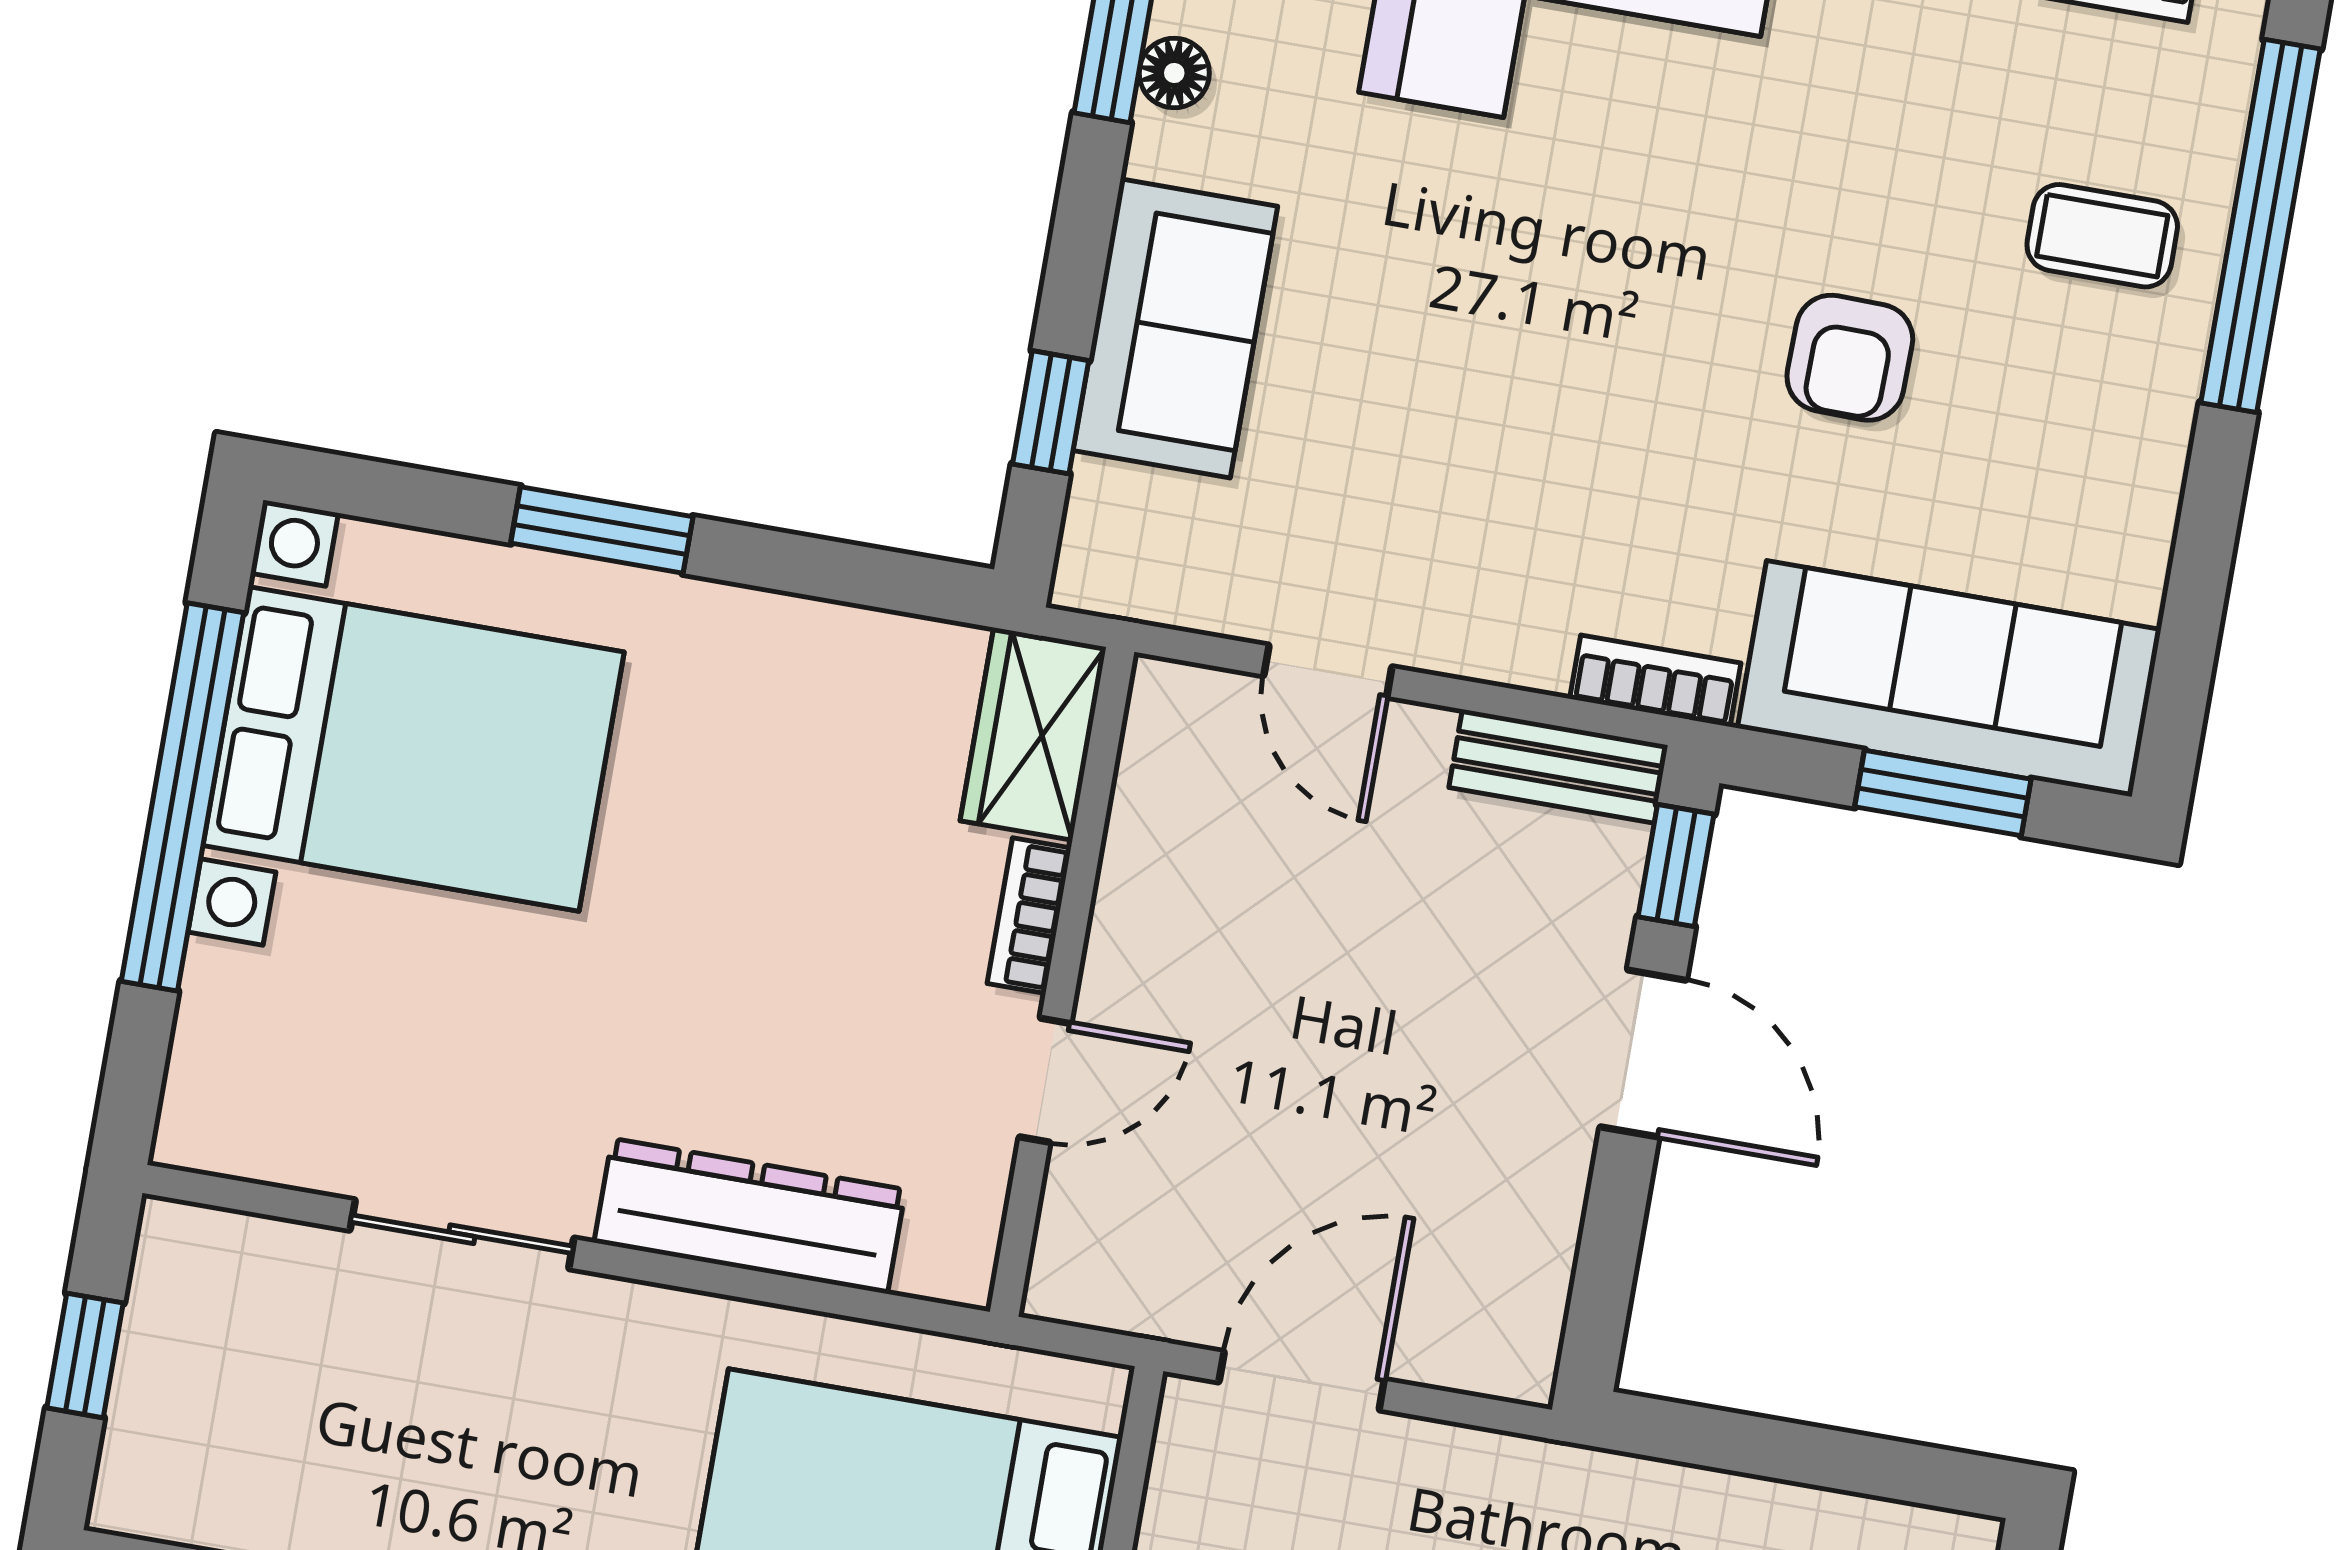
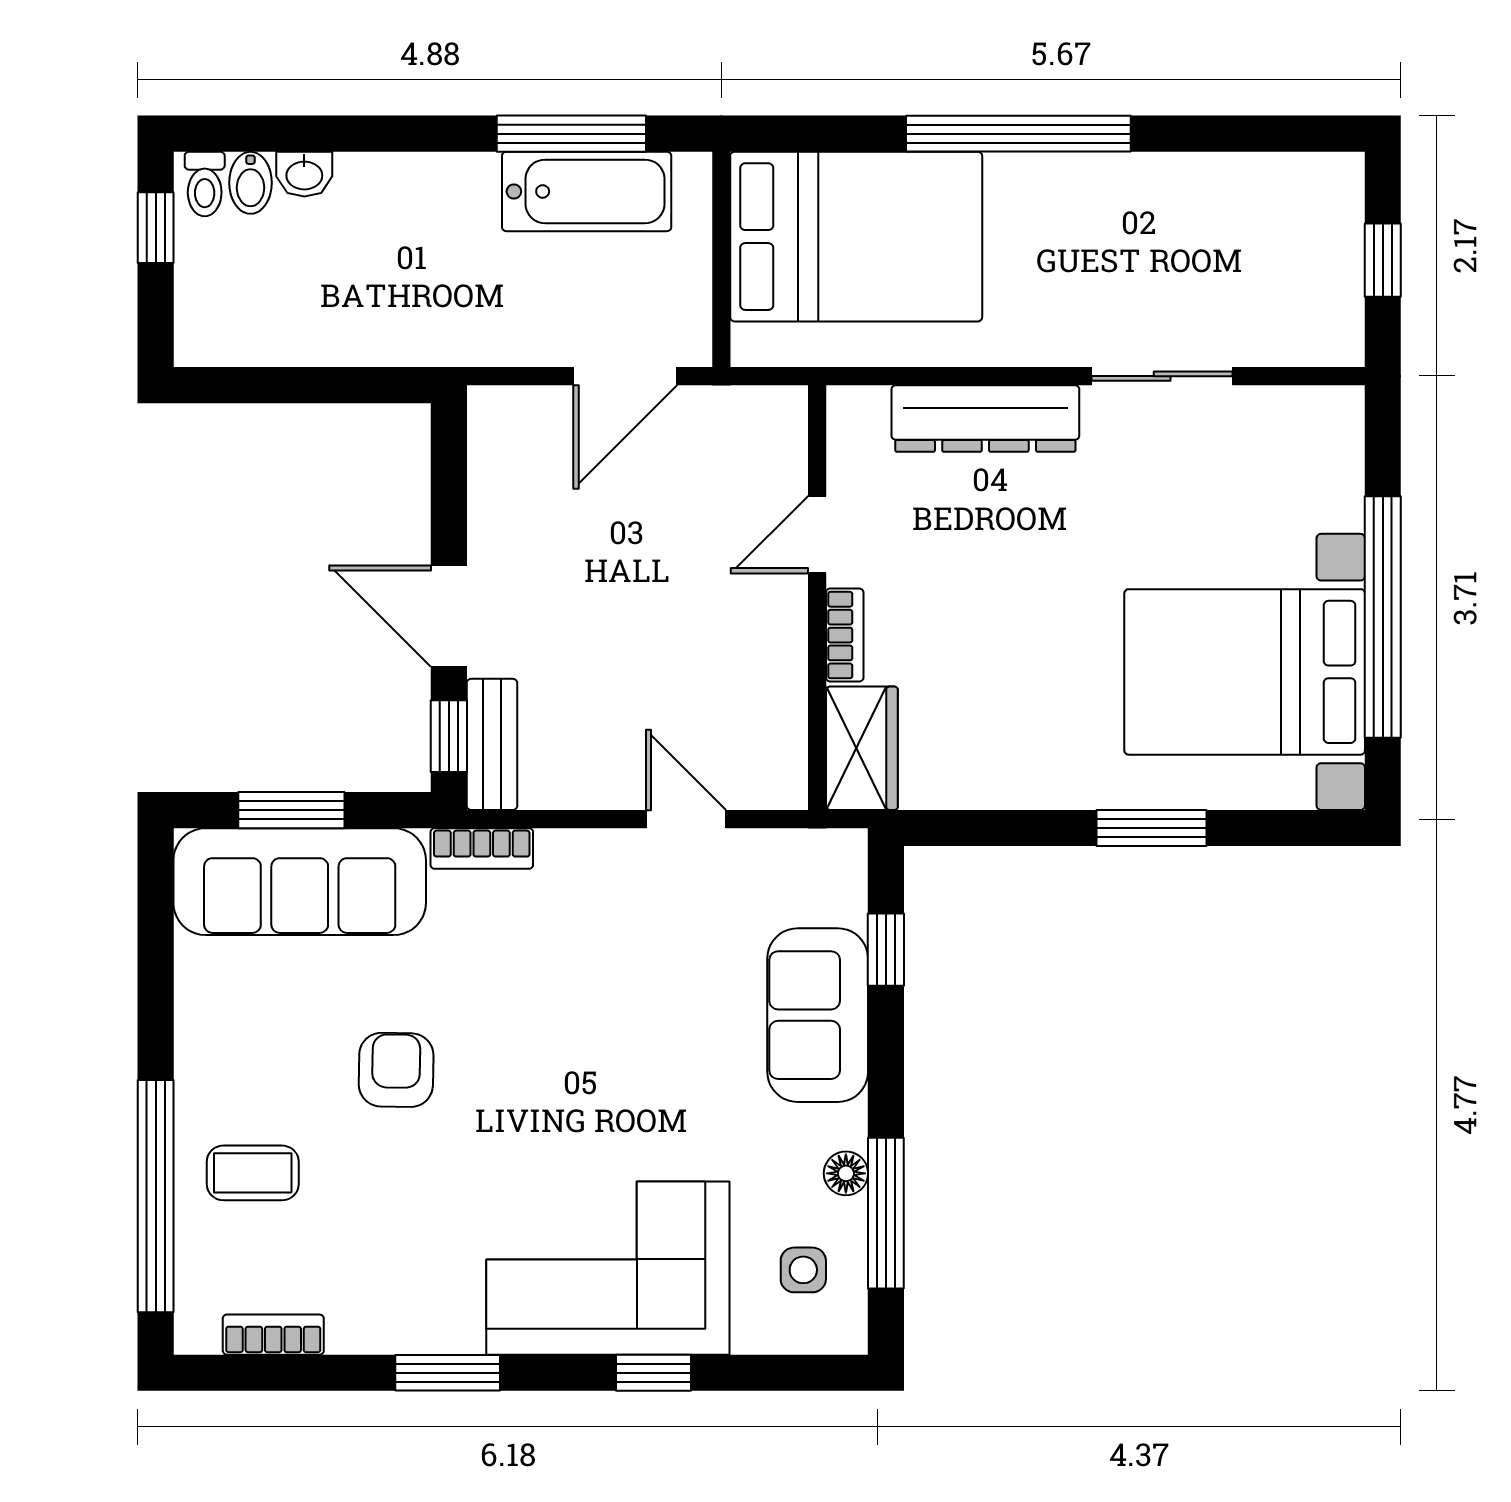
bench: (1558, 766) -> (492, 744), moved, turned 90

